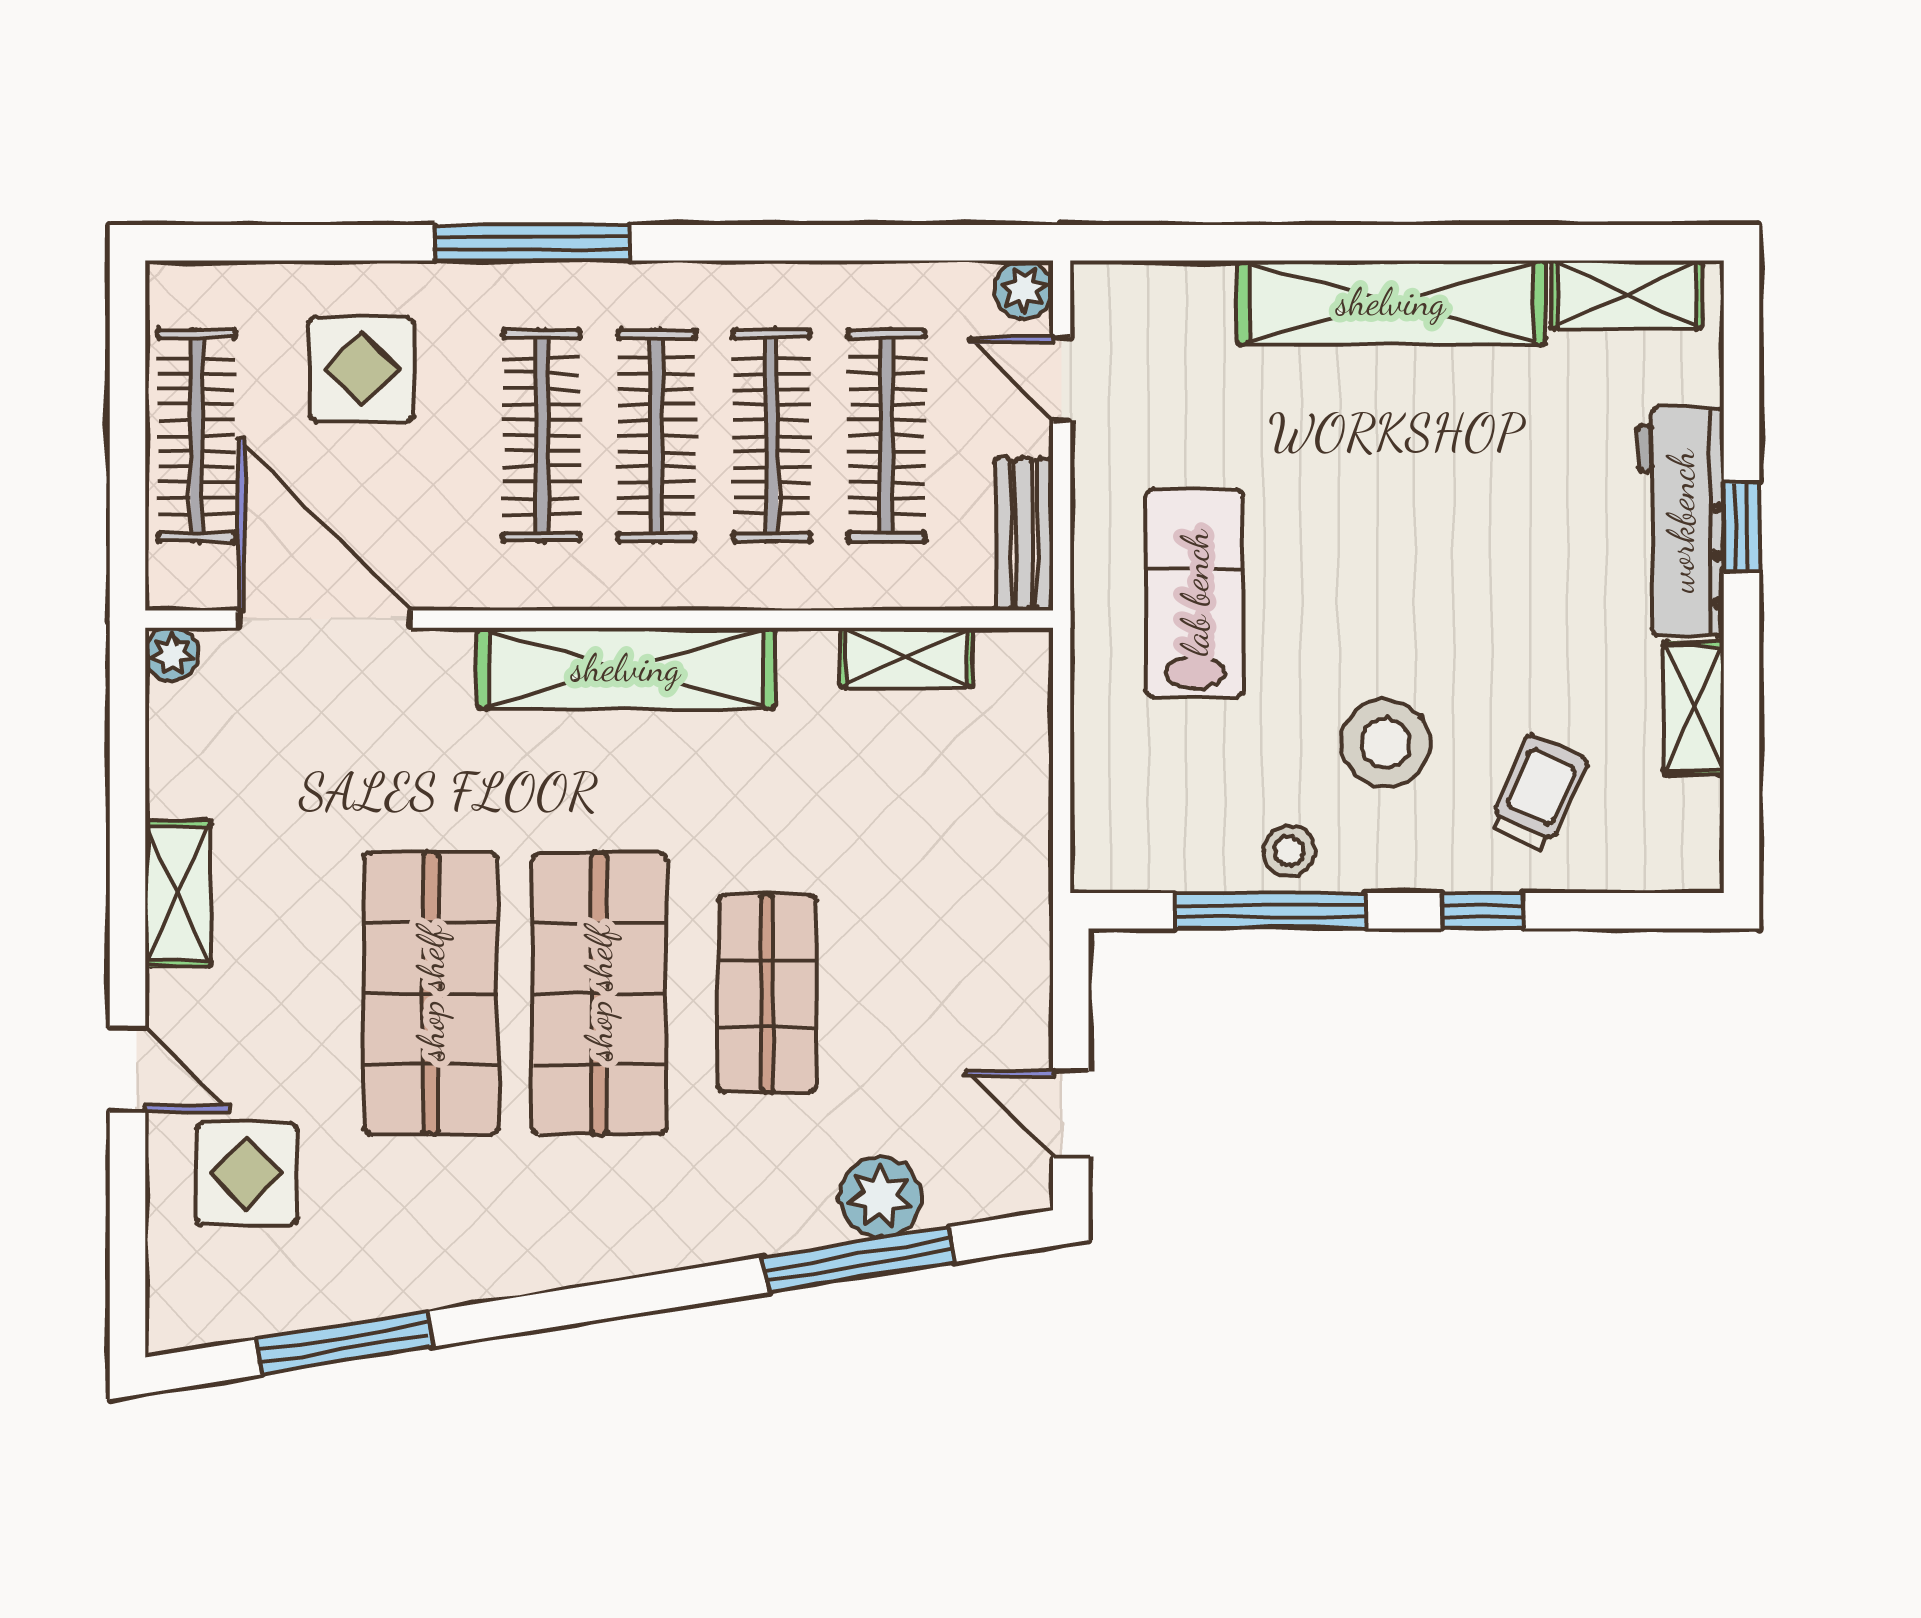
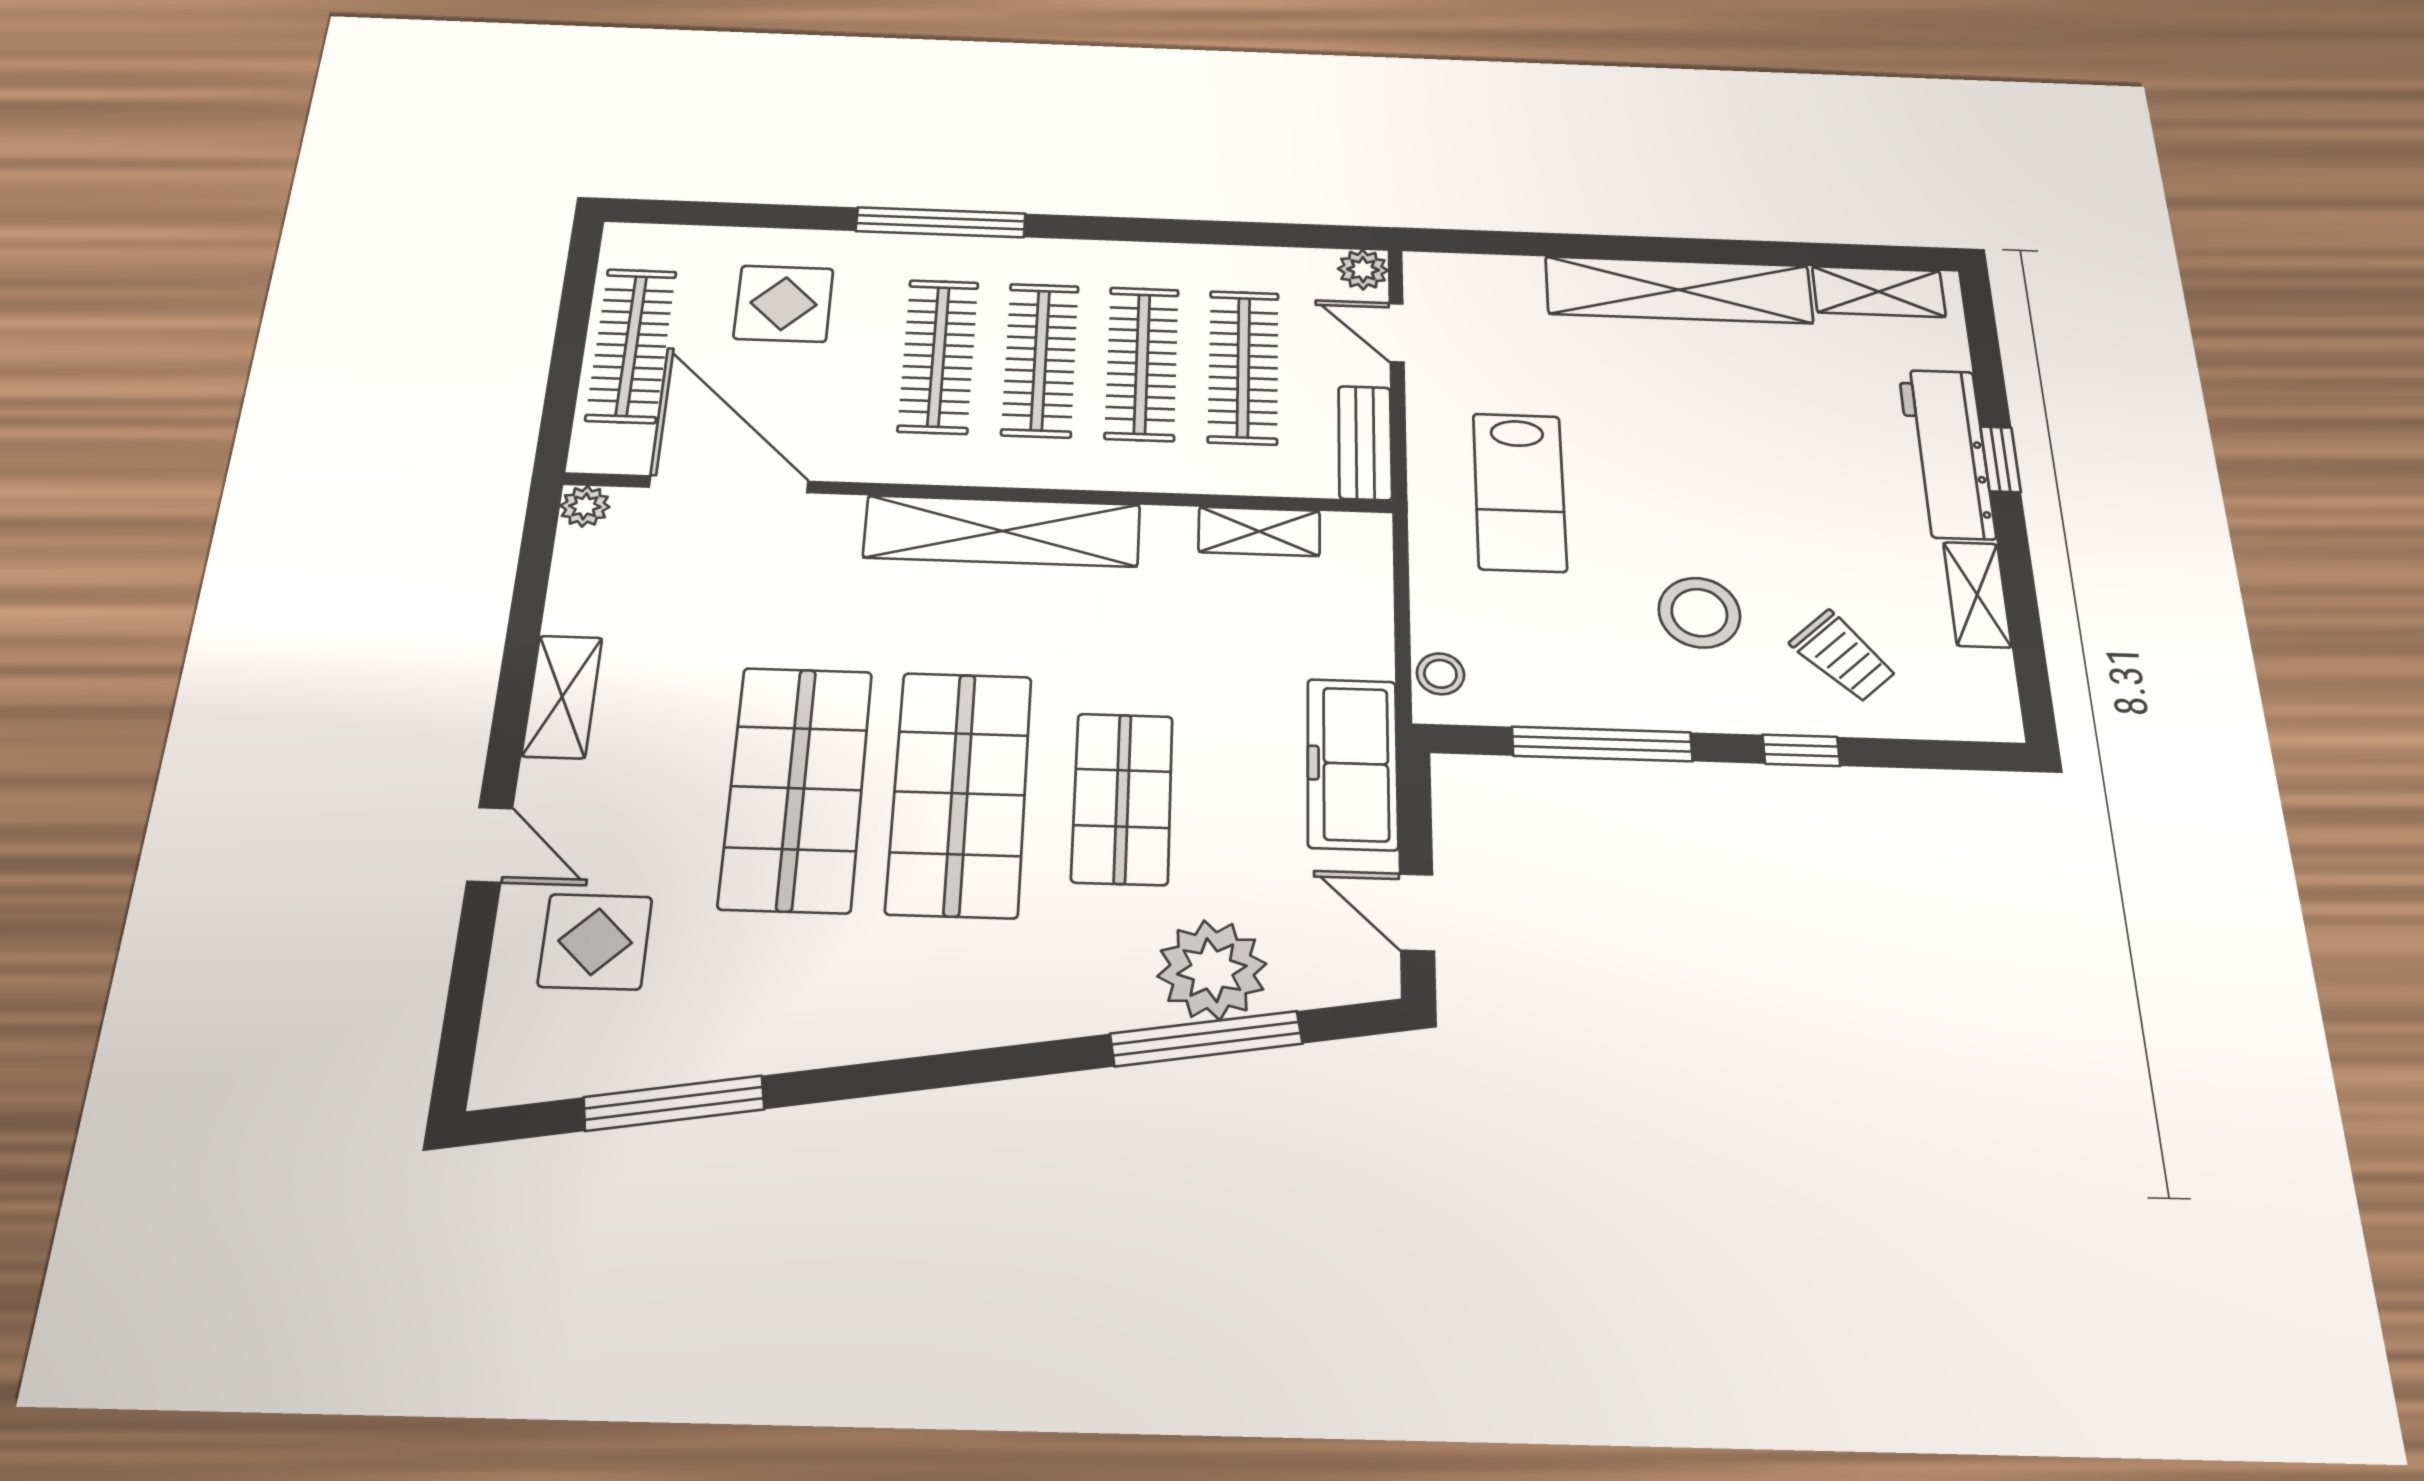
lab bench: (1195, 593) -> (1519, 492), turned 180
trolley: (1538, 793) -> (1843, 656), turned 113
stool: (1289, 851) -> (1440, 674), moved
freezer: (1006, 944) -> (1352, 764), added
plant: (880, 1197) -> (1212, 970), width x1.36, depth x1.36

